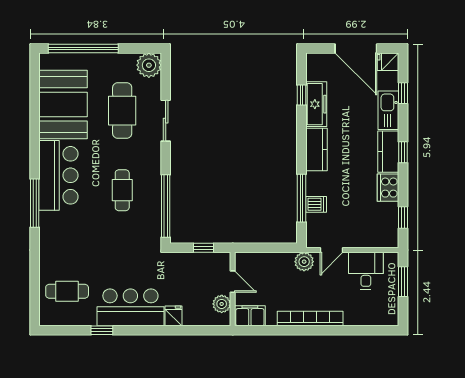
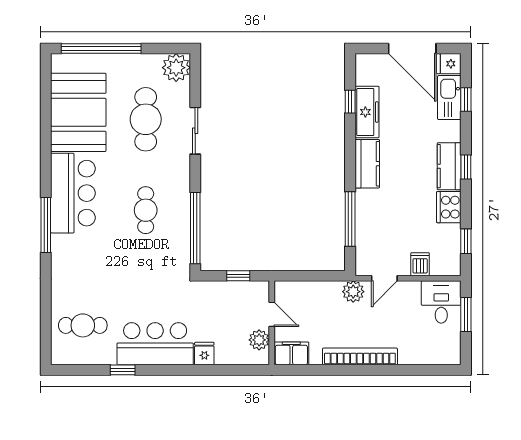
kitchen sink: (388, 110) -> (449, 98), moved
dishwasher: (316, 204) -> (420, 264), moved, turned -90
desk: (366, 271) -> (441, 302), moved

